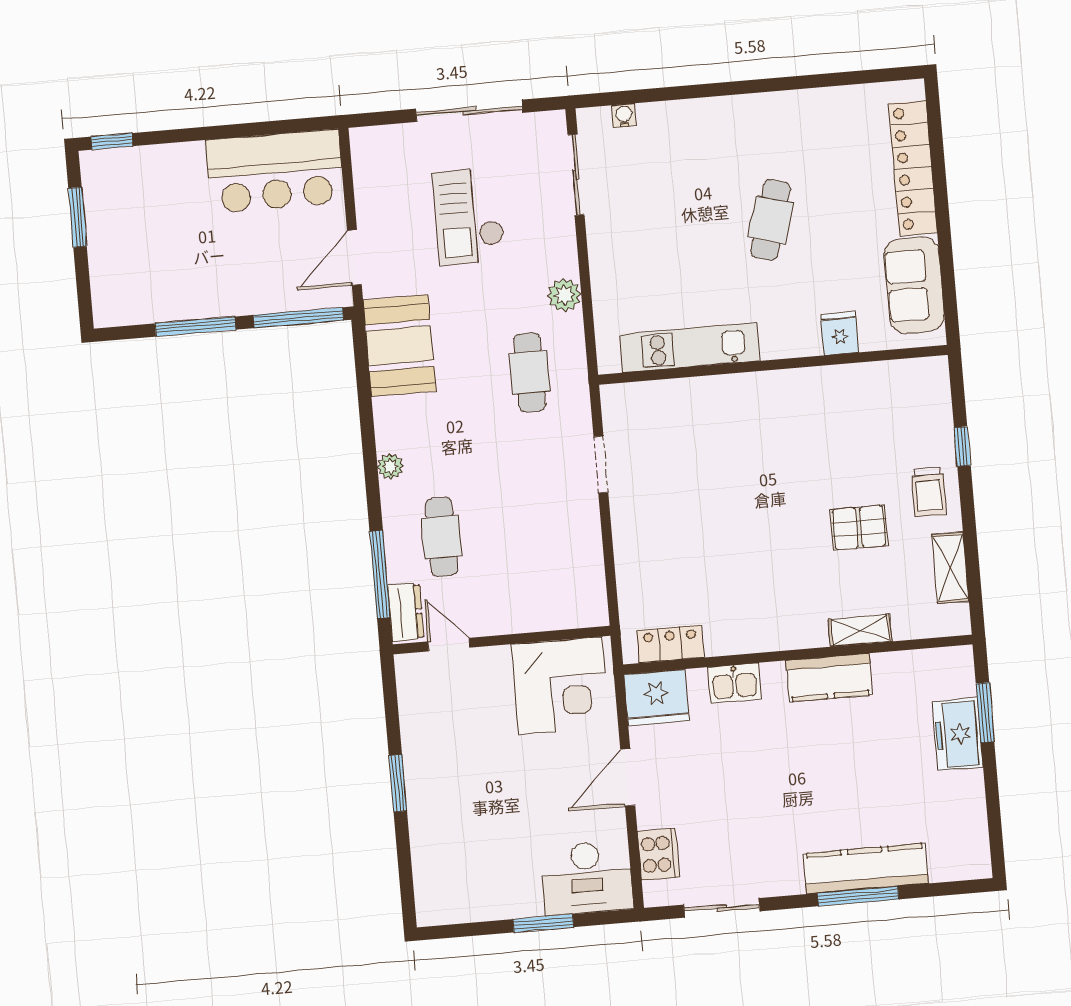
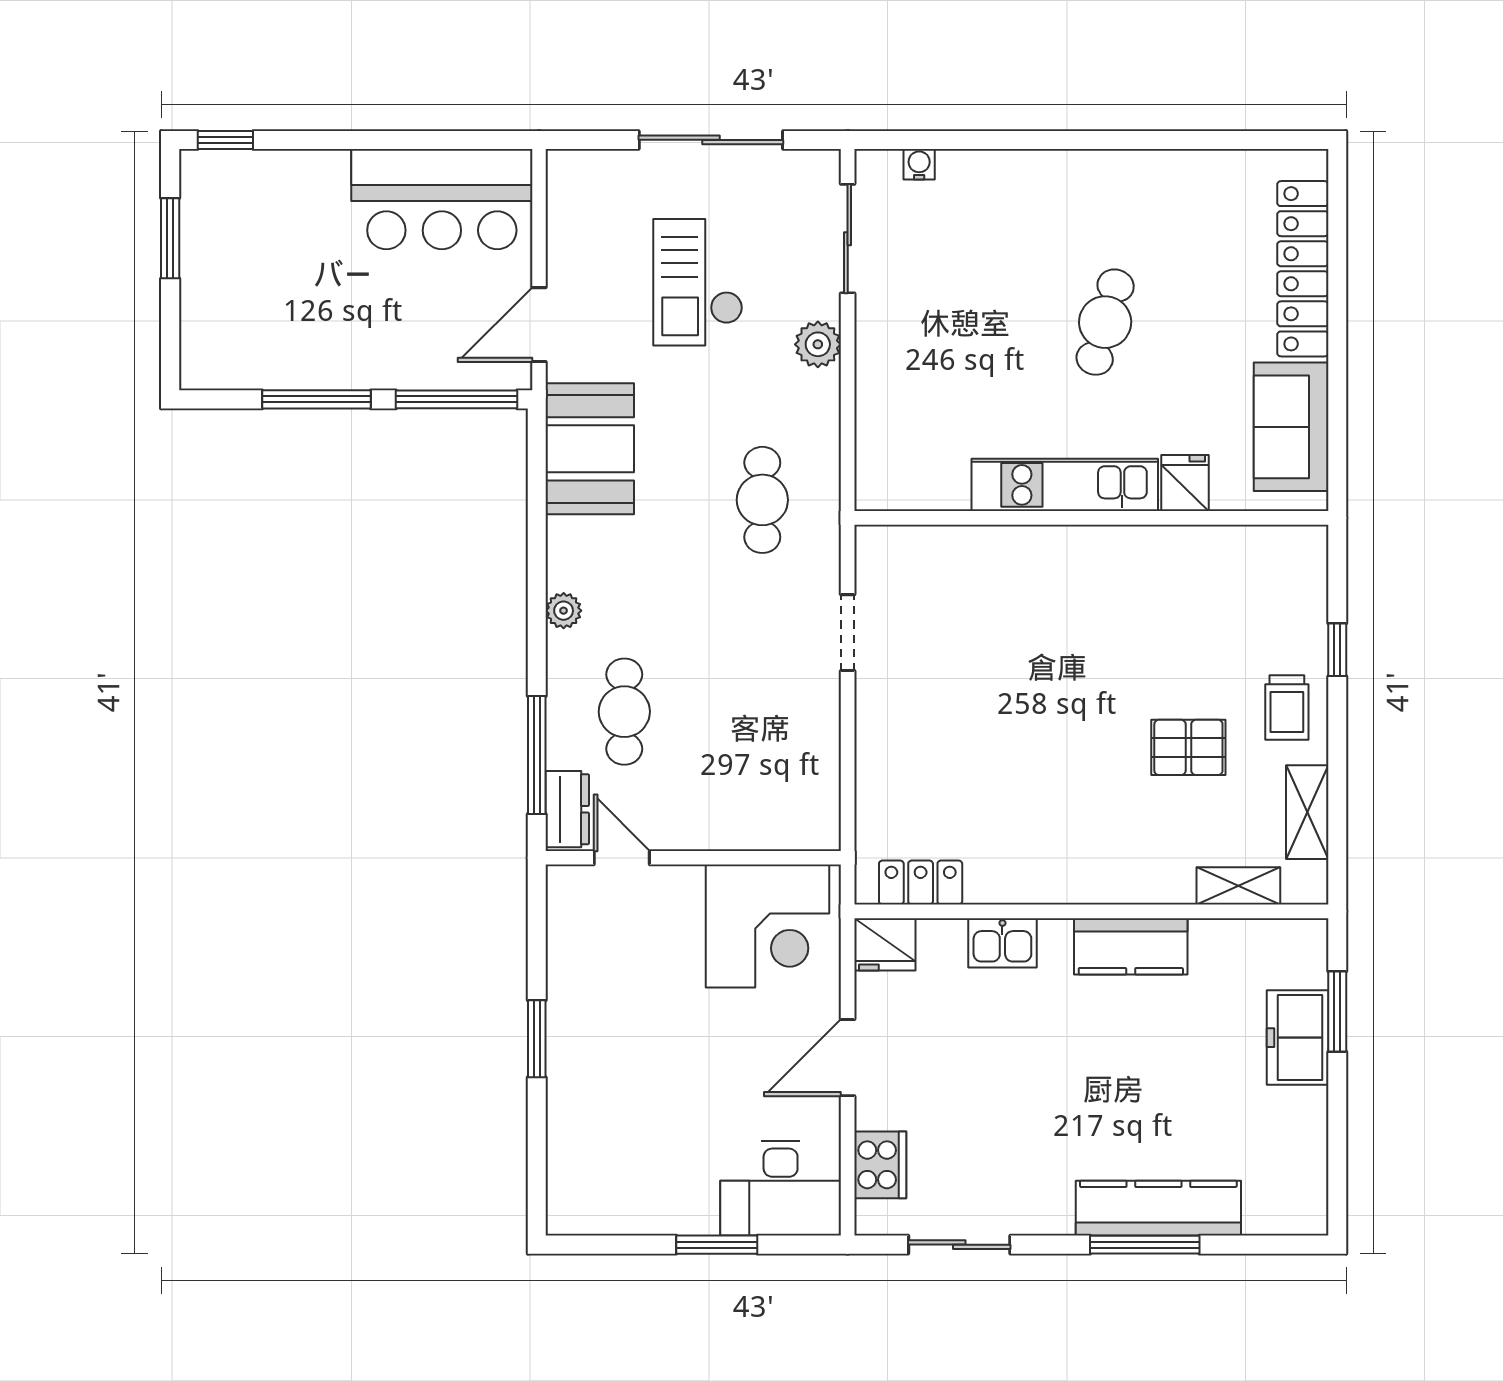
plant: (564, 295) -> (818, 344), moved
kitchen unit: (689, 348) -> (1065, 485), moved
shelving: (860, 630) -> (1238, 886), moved
fridge: (657, 698) -> (885, 944), width x0.73, depth x0.75

